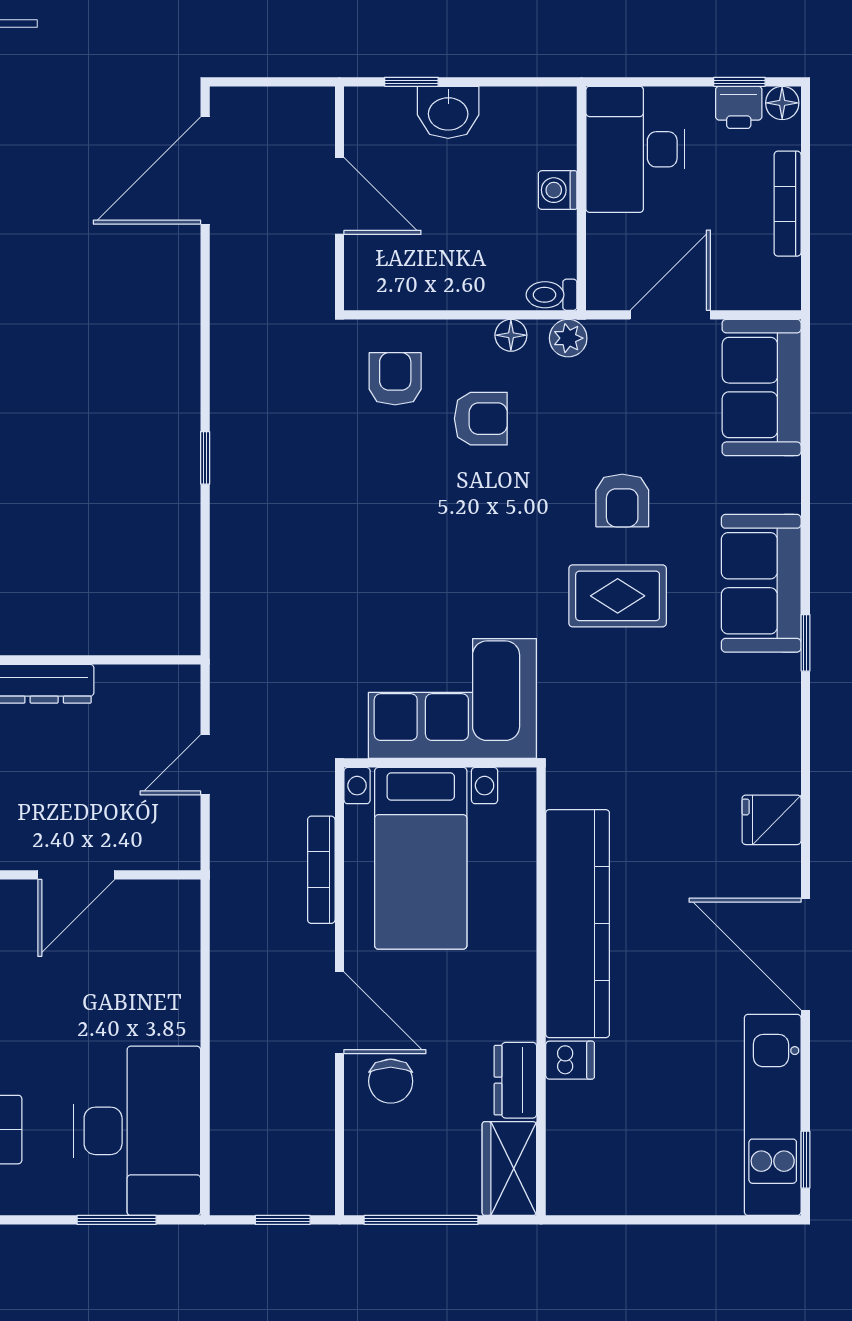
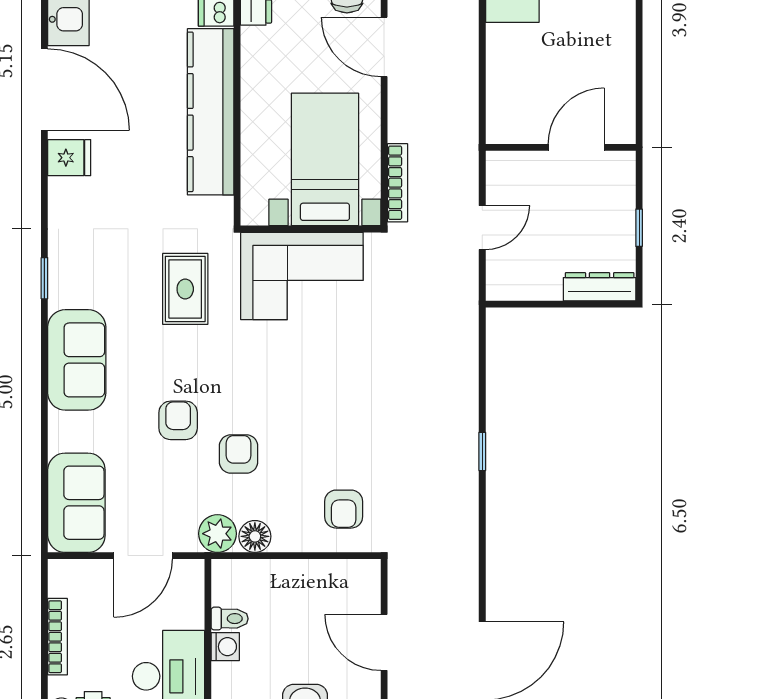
toilet: (552, 295) -> (230, 619), moved
floor lamp: (511, 335) -> (255, 536), width x1.37, depth x1.37
plant: (568, 338) -> (218, 534), width x1.38, depth x1.38
armchair: (481, 419) -> (239, 454), moved, turned 90
rug: (618, 596) -> (185, 289), moved, turned 90
window: (805, 643) -> (44, 278), moved
fridge: (772, 820) -> (69, 158), moved
bookcase: (321, 870) -> (398, 183), moved

